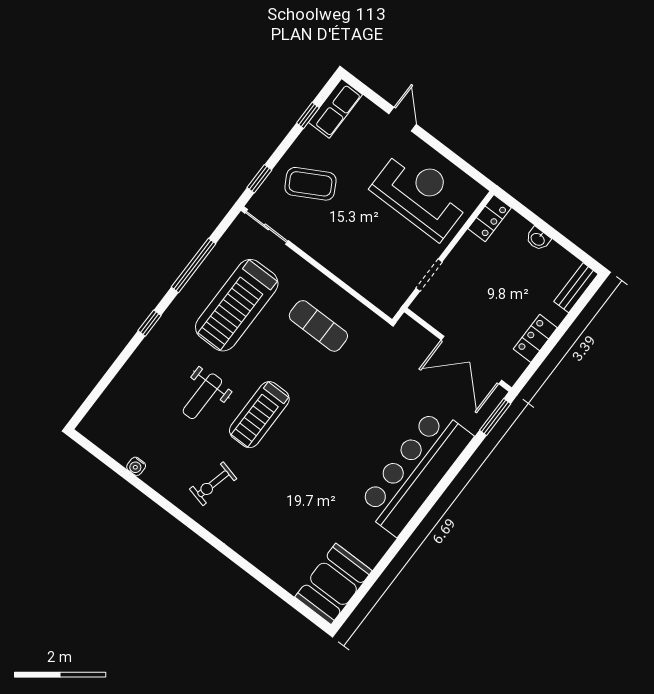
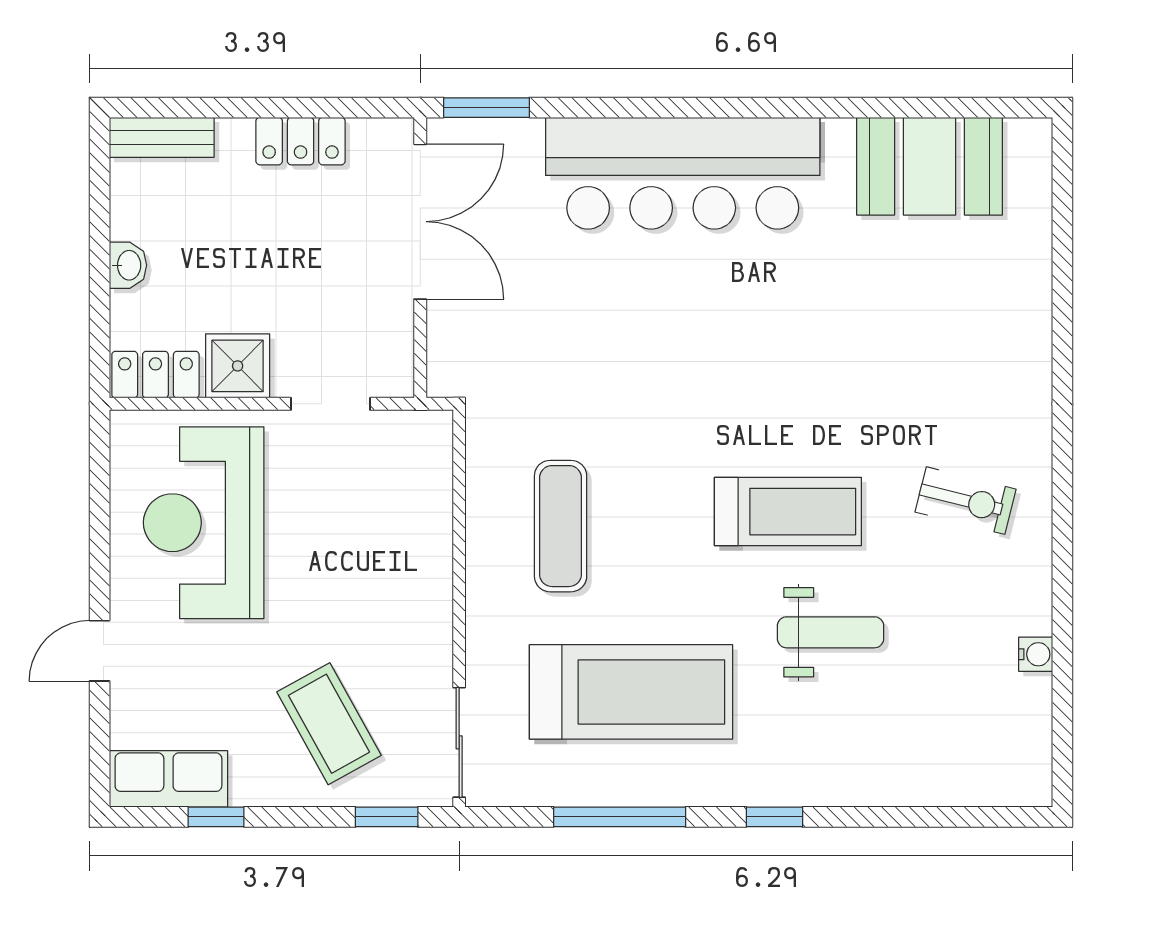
shower: (469, 251) -> (238, 366), added
booth: (333, 584) -> (930, 166), moved

